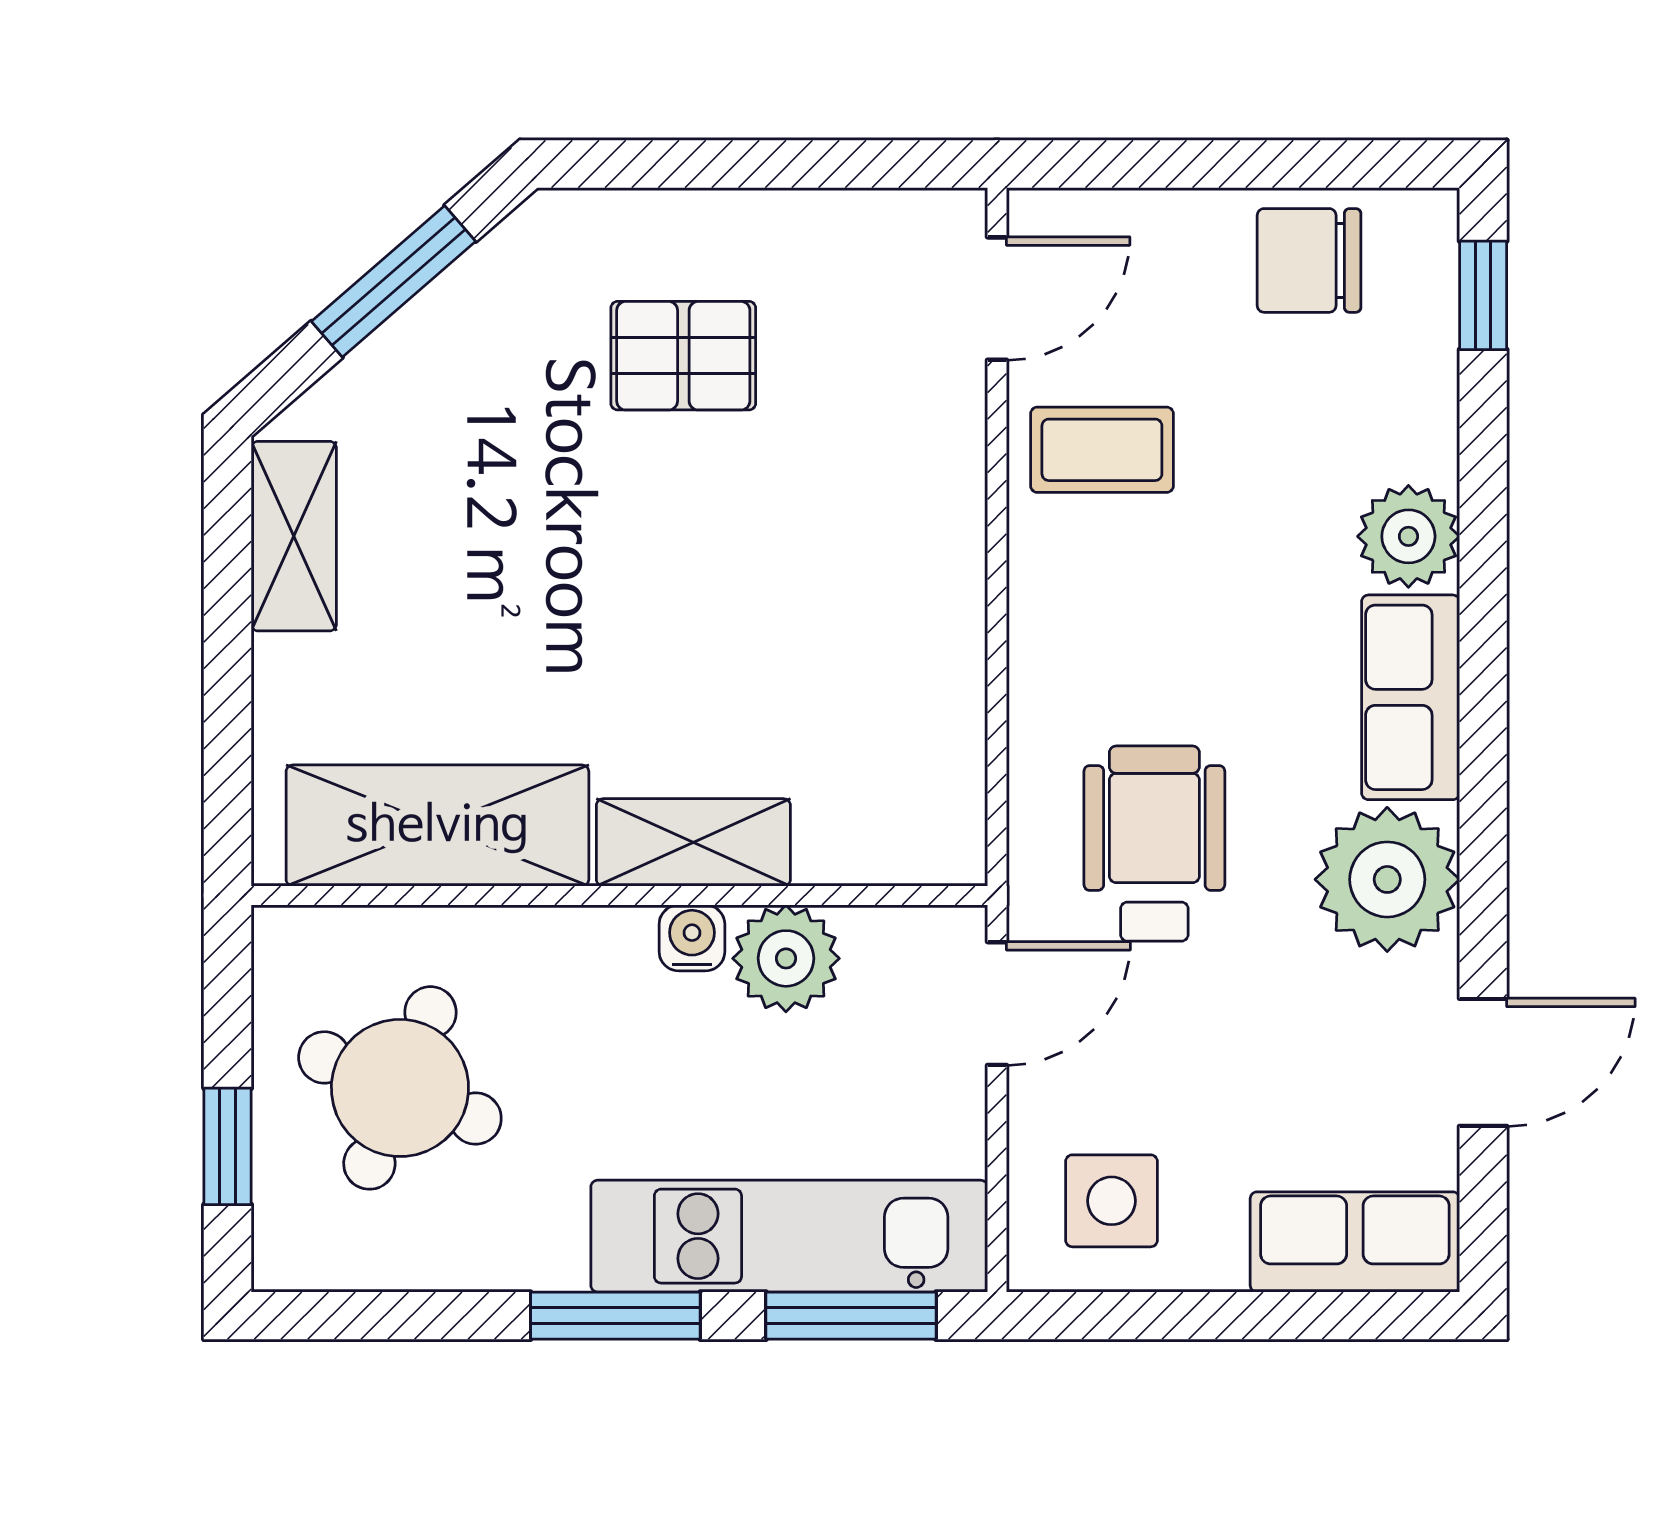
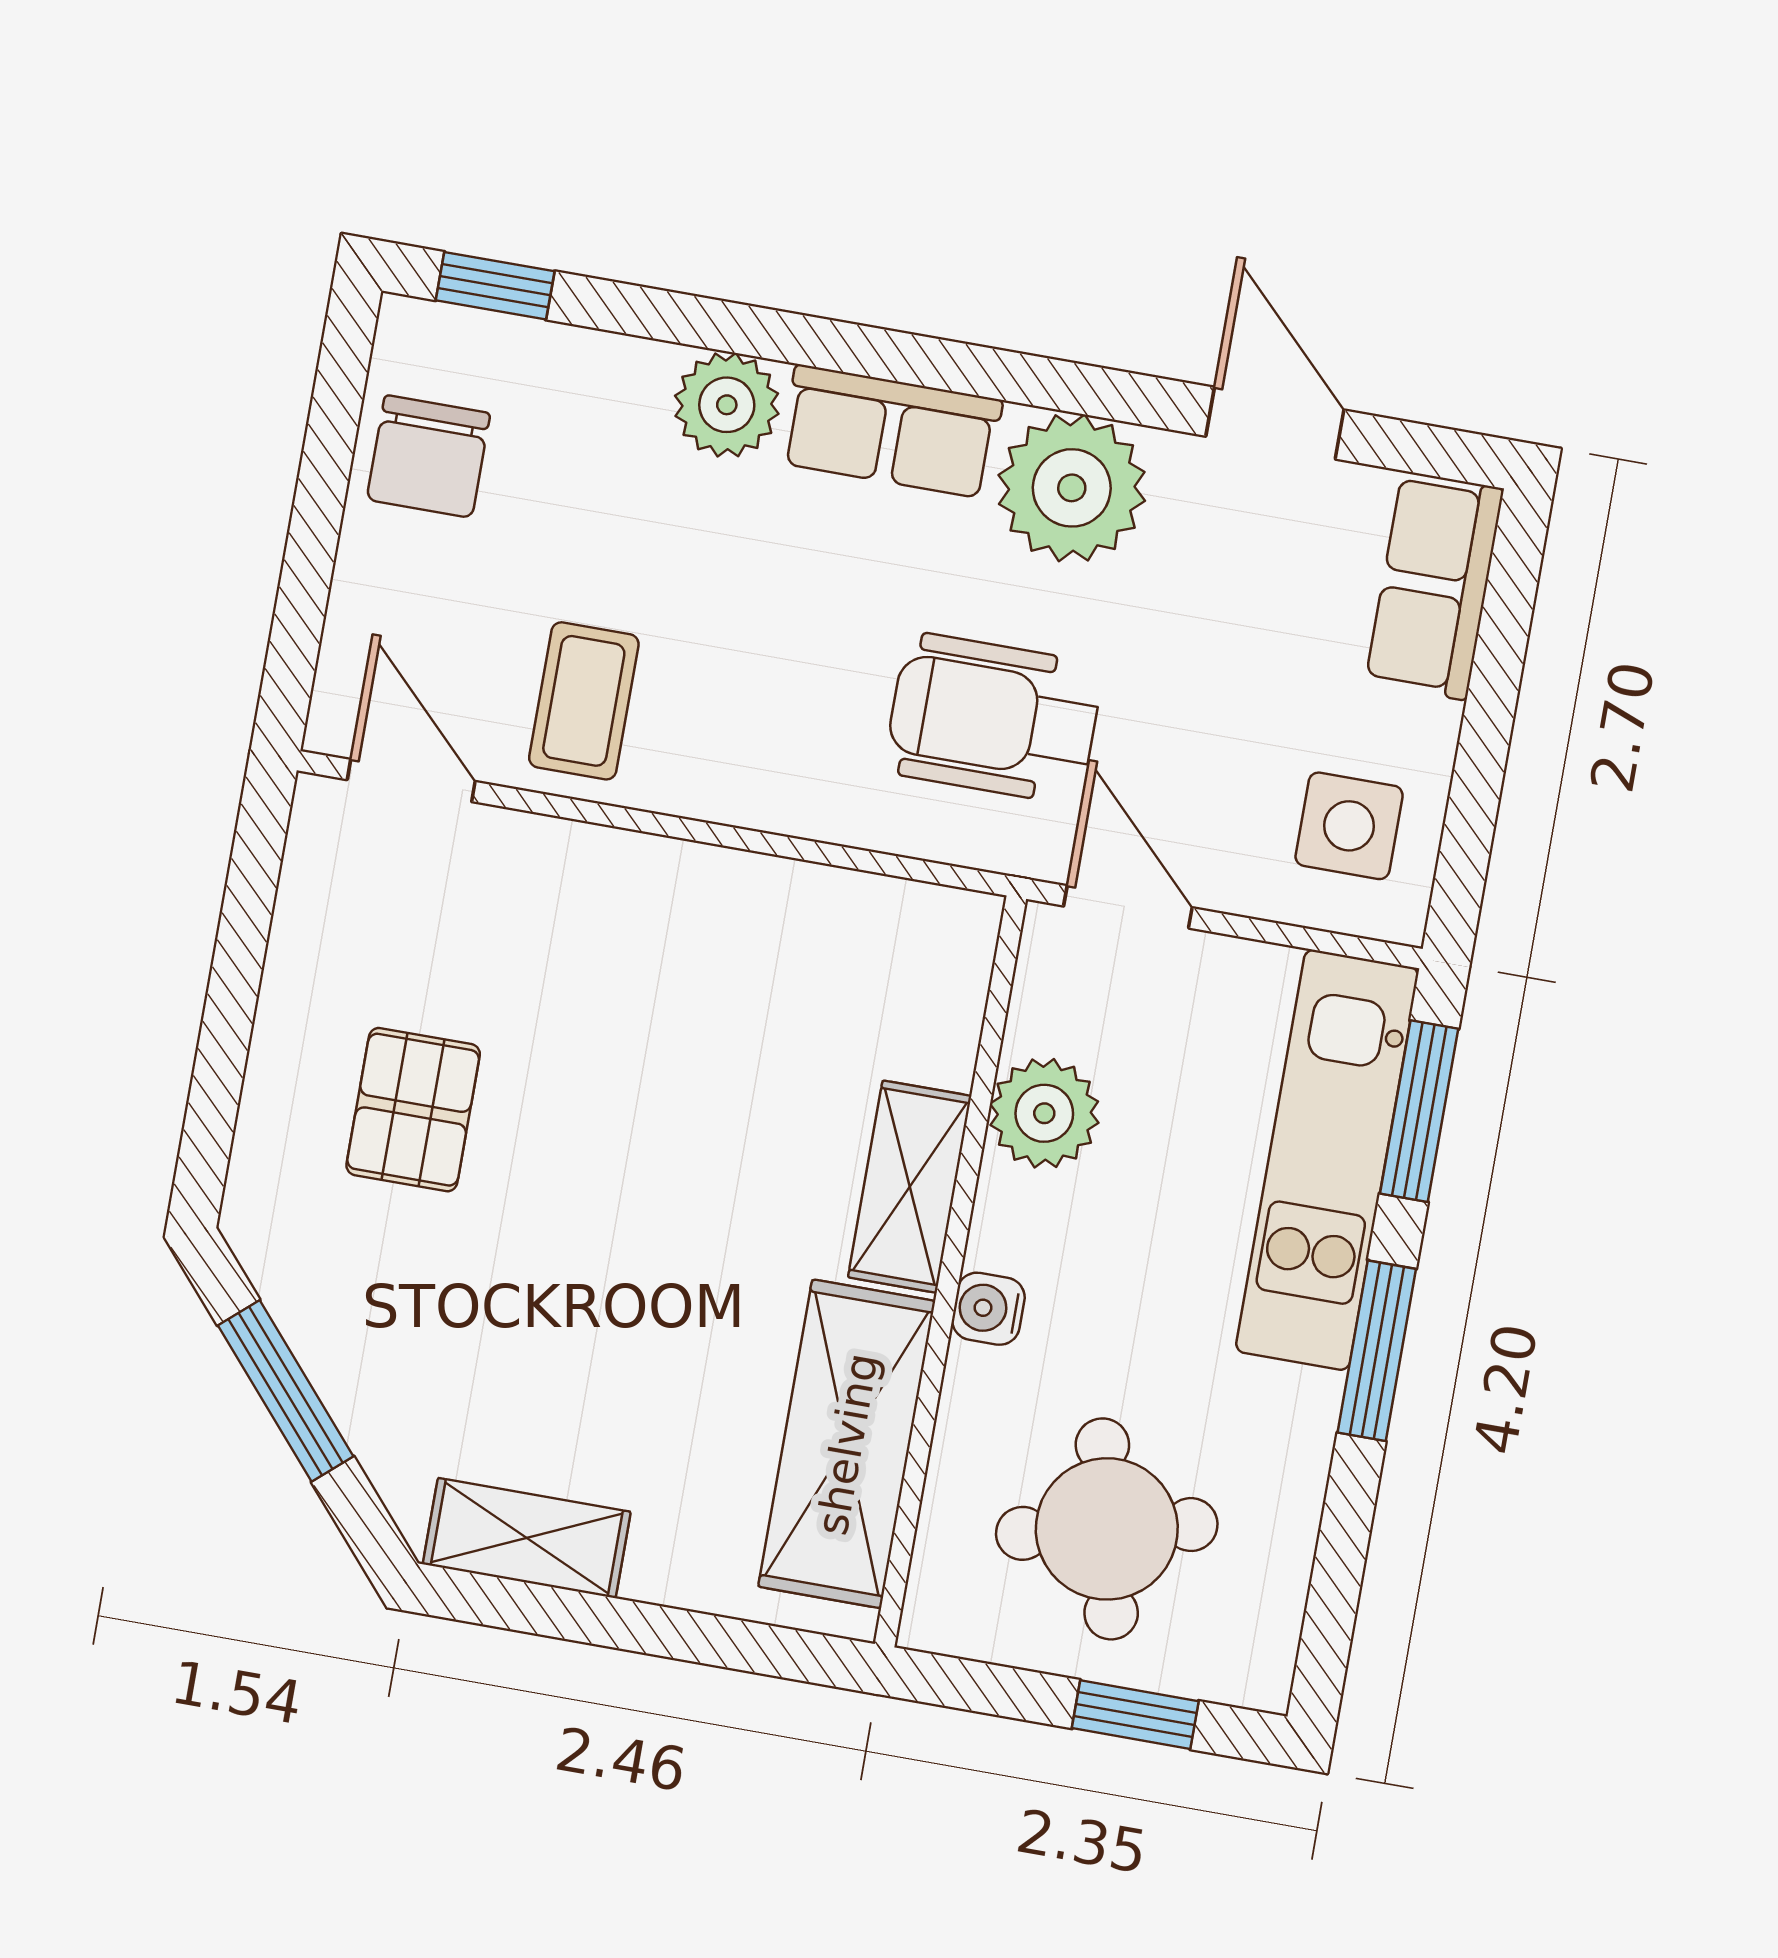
water cooler: (692, 938) -> (988, 1309), moved
round table: (400, 1088) -> (1107, 1529), turned -35

